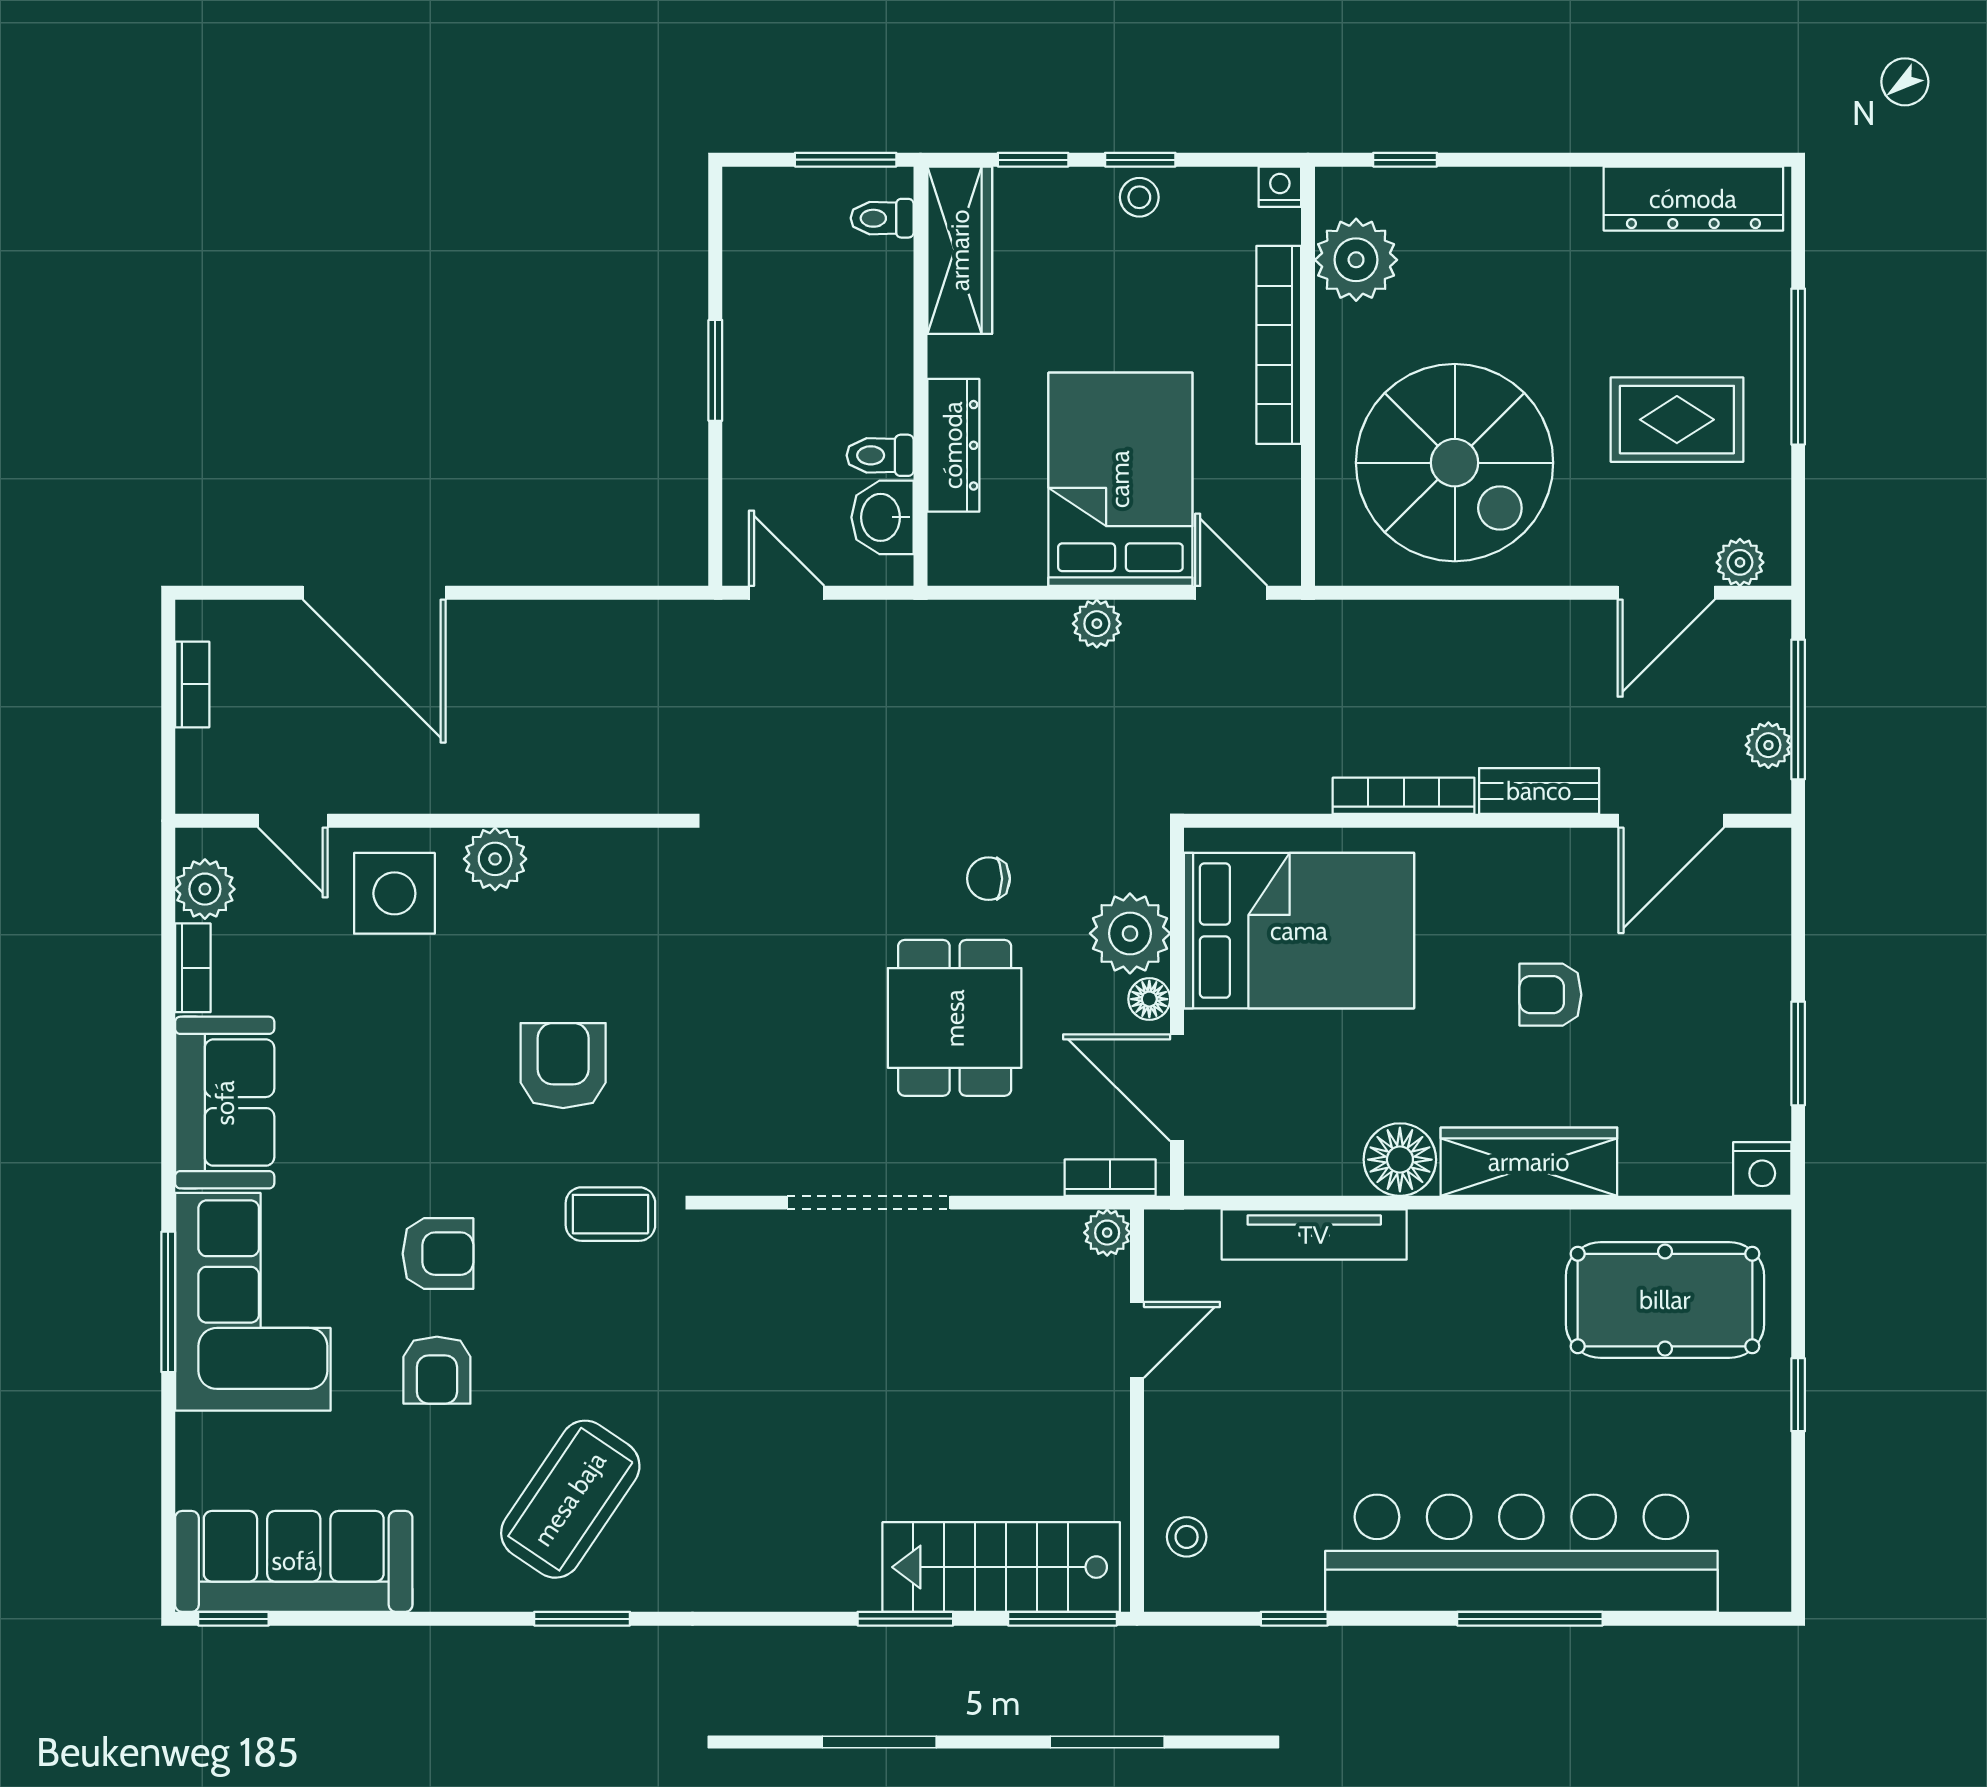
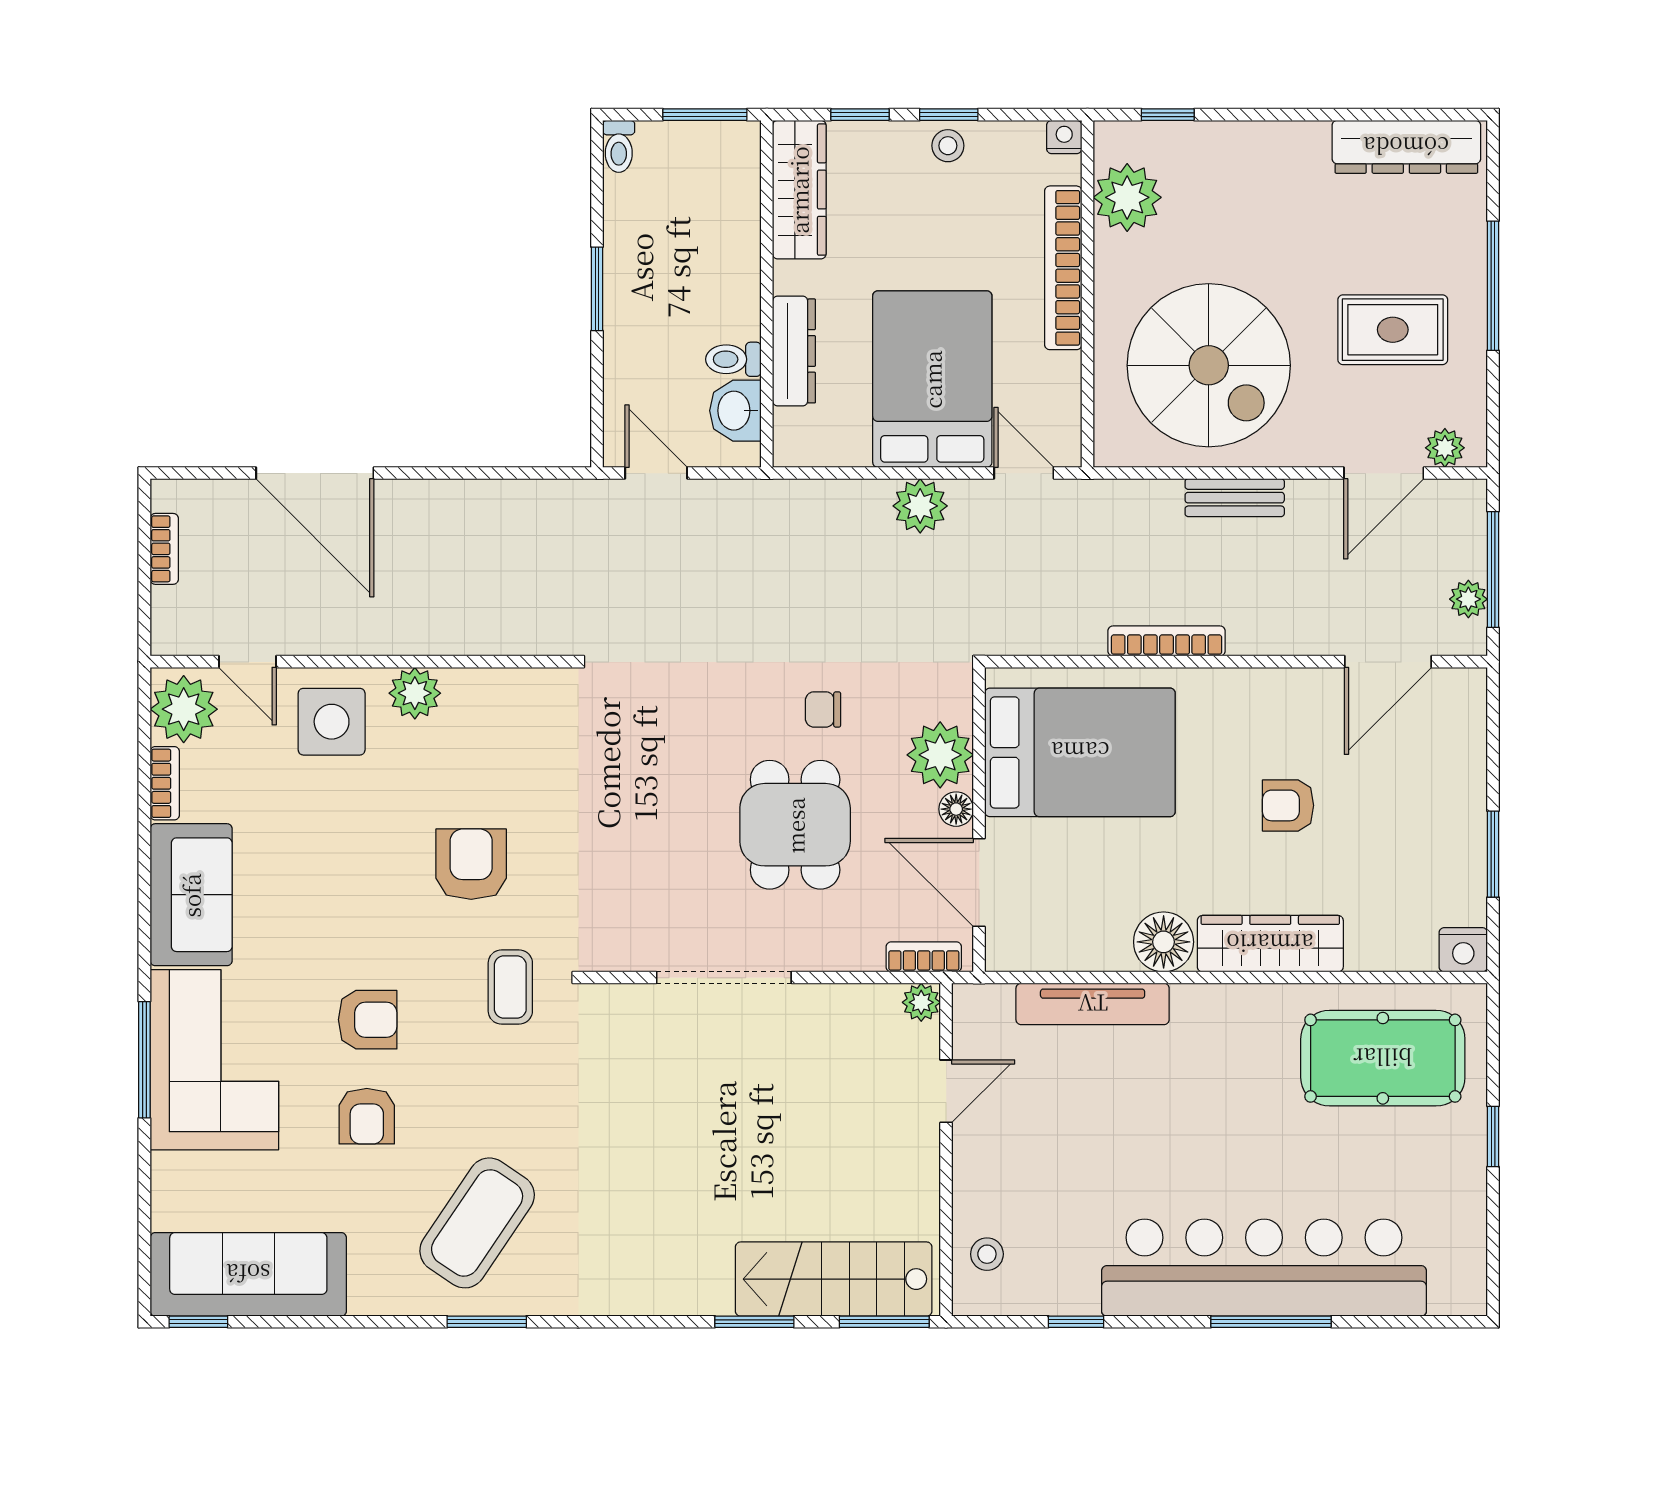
toilet: (882, 218) -> (619, 146), moved, turned -90
plant: (1097, 624) -> (920, 506), width x1.38, depth x1.38
bench: (1539, 791) -> (1235, 498), moved
plant: (205, 889) -> (184, 709), width x1.36, depth x1.36
coffee table: (610, 1214) -> (510, 987), turned 90

